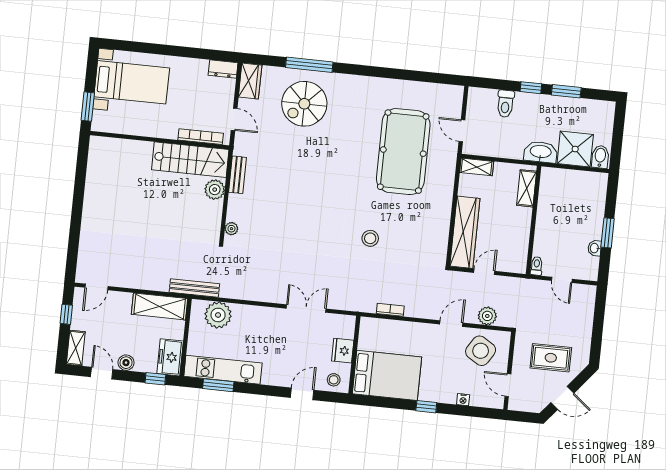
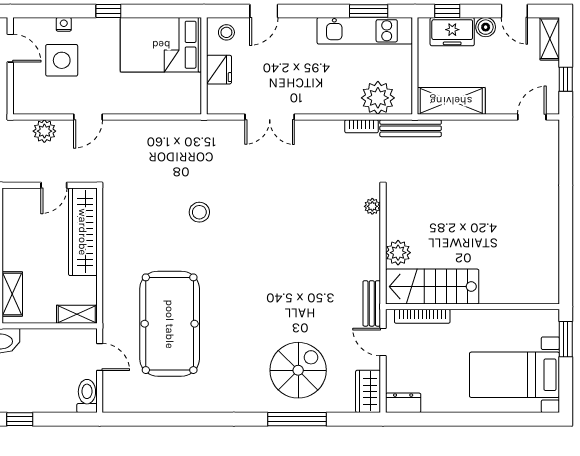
toilet: (505, 104) -> (87, 396), moved
bench: (237, 175) -> (372, 303), moved
bookcase: (390, 310) -> (362, 126), moved
side table: (481, 351) -> (62, 60), moved, turned -32
freezer: (170, 357) -> (452, 32), moved, turned 90

